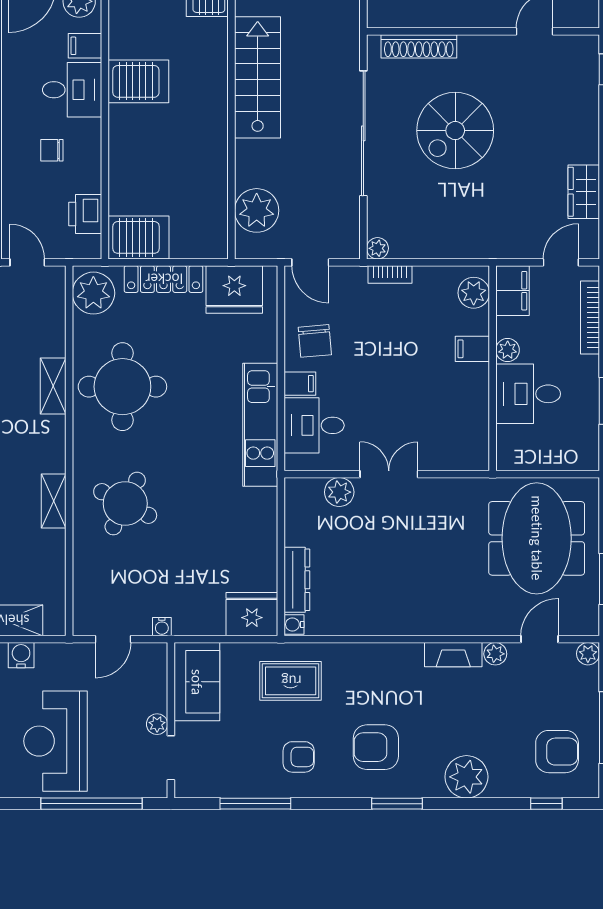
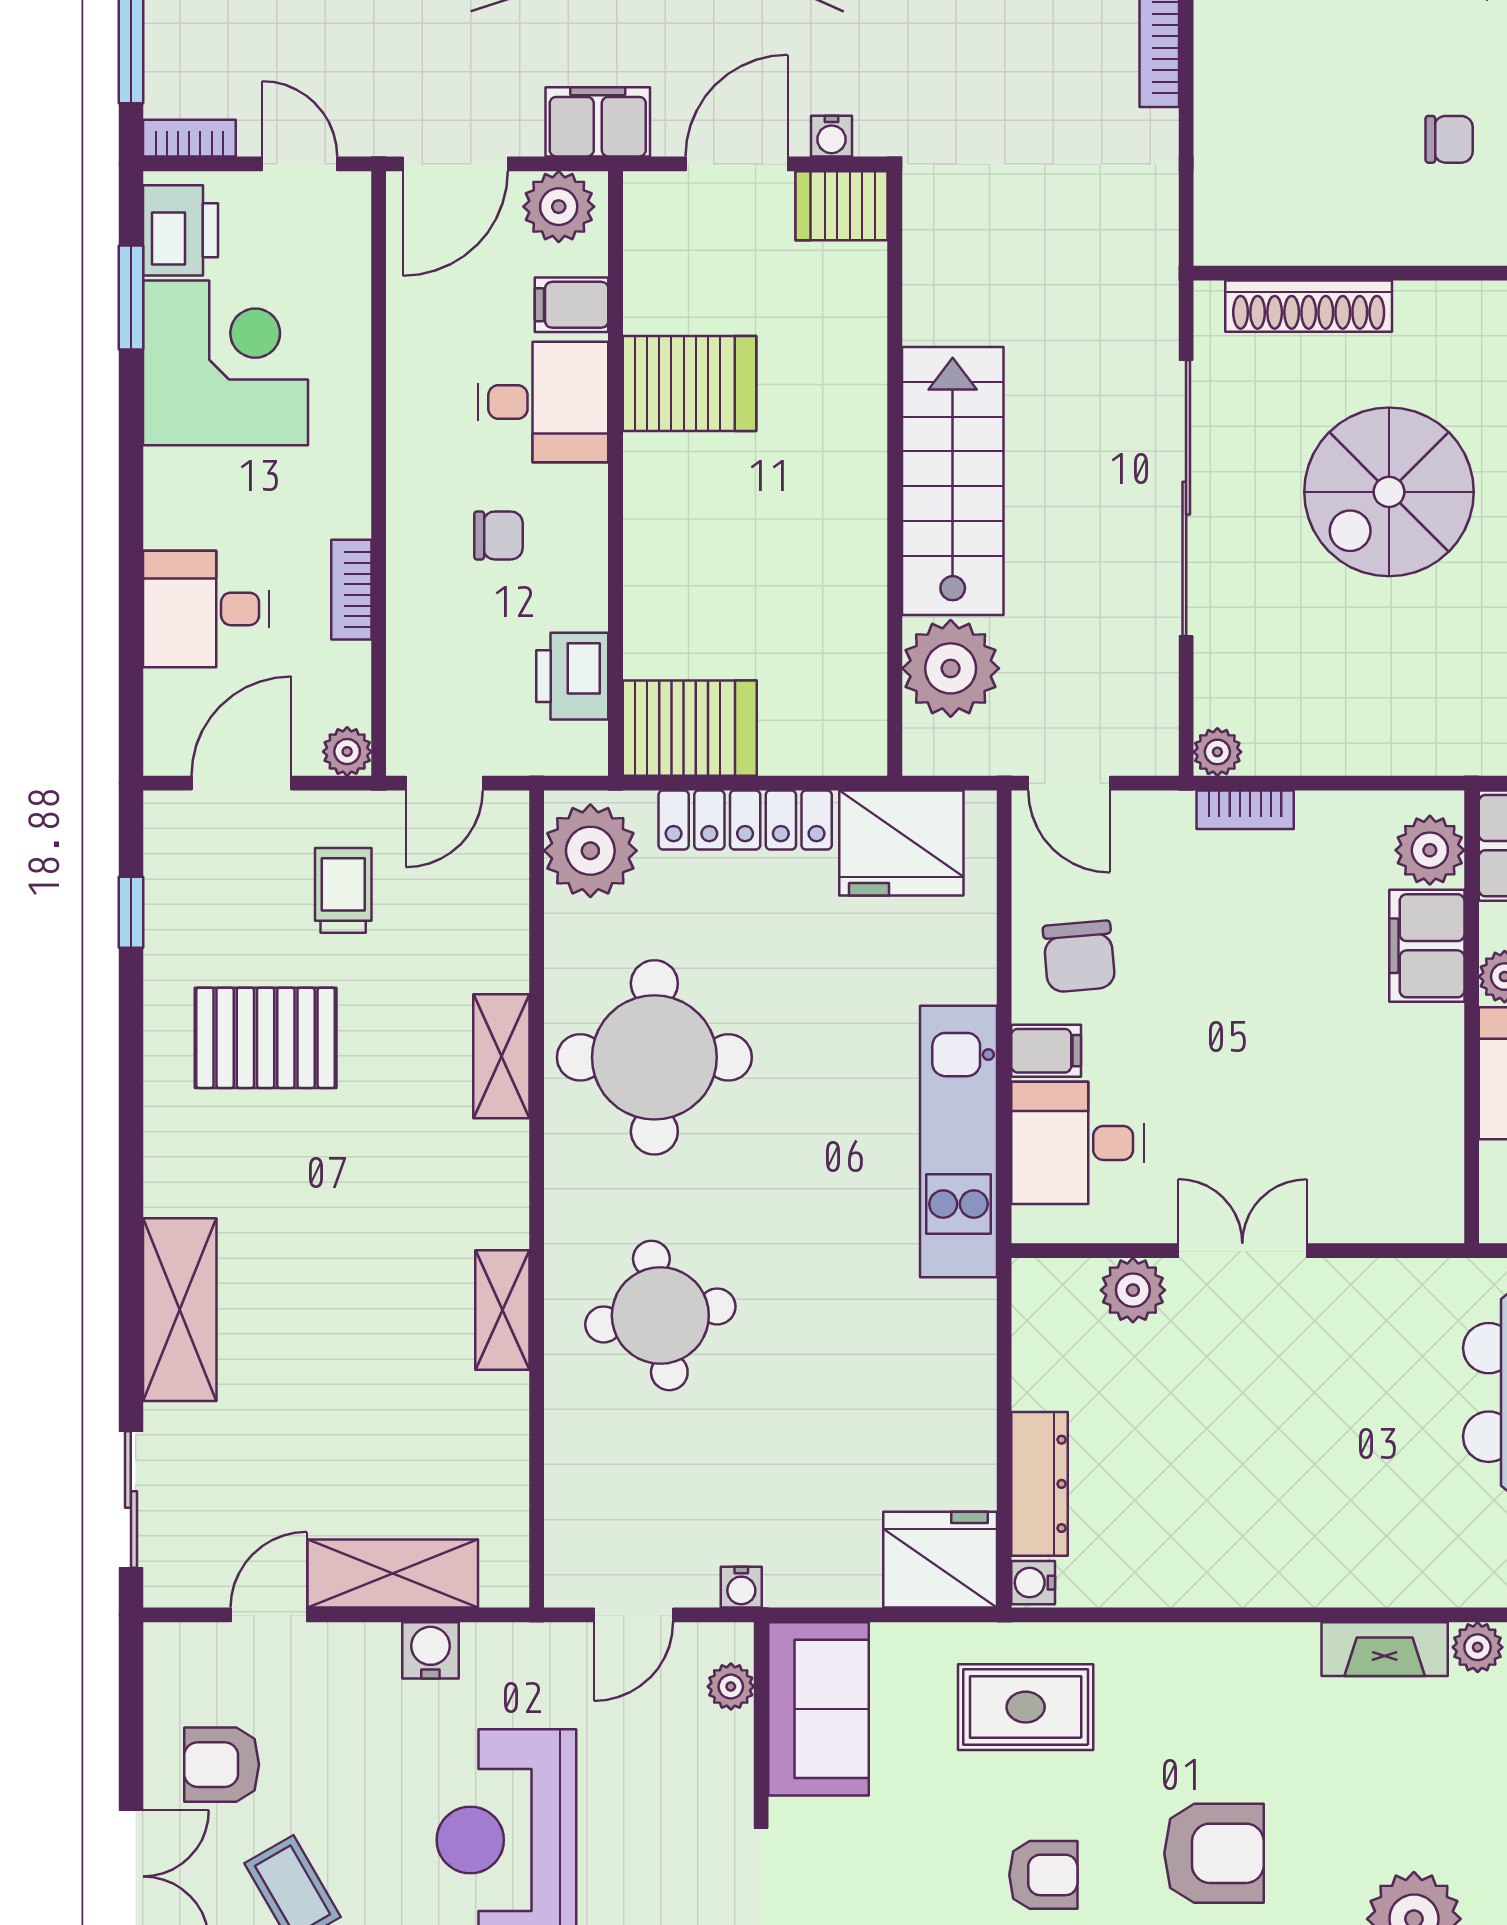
stairs: (258, 77) -> (953, 481), moved
chair: (52, 150) -> (498, 535), turned 180
door: (27, 262) -> (444, 783), swing flipped
filing cabinet: (472, 349) -> (1427, 946), width x2.00
round table: (125, 504) -> (660, 1315), turned -36
plant: (157, 724) -> (731, 1687), moved
armchair: (376, 747) -> (1214, 1853), turned 180

